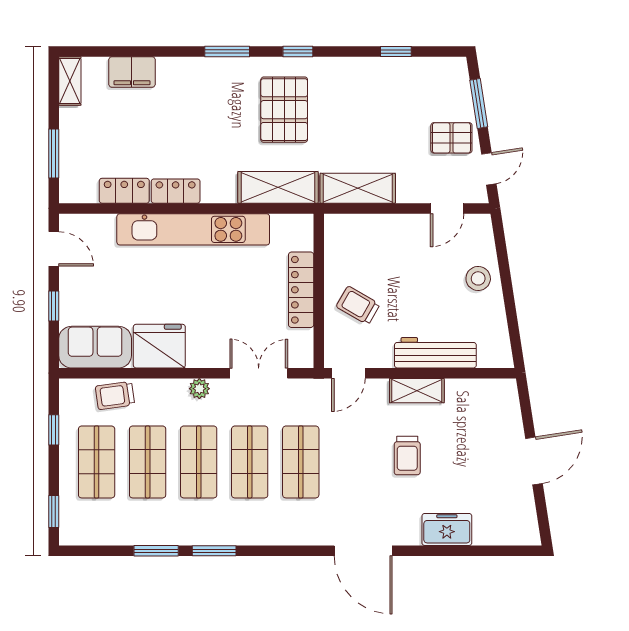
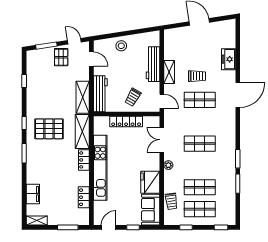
locker: (176, 191) -> (84, 160), moved
workbench: (366, 230) -> (100, 94), added
shop shelf: (199, 462) -> (200, 165), removed
shop shelf: (301, 462) -> (200, 100), moved

